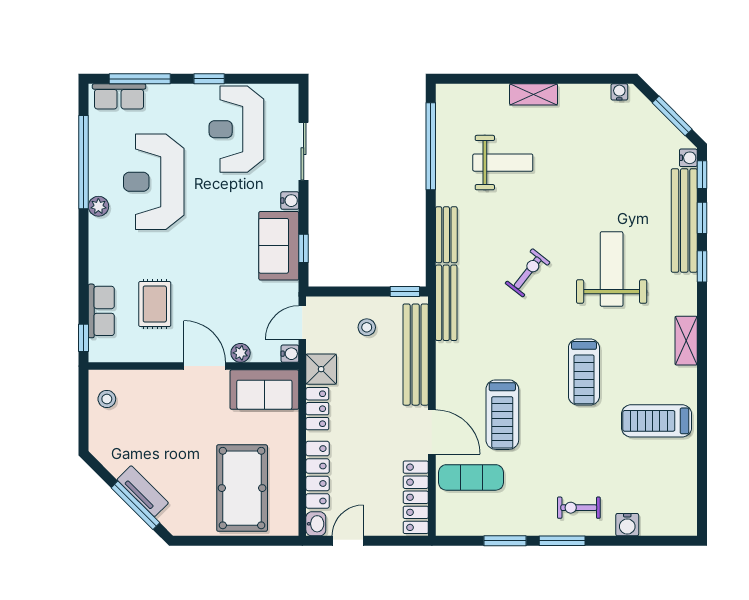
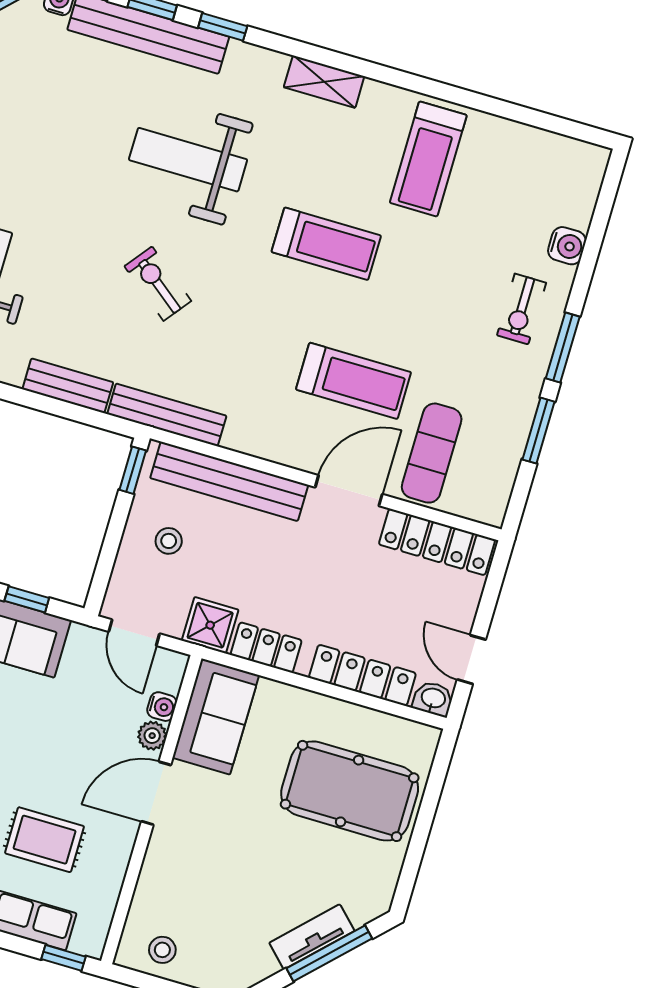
water cooler: (290, 354) -> (162, 707), moved, turned 90

